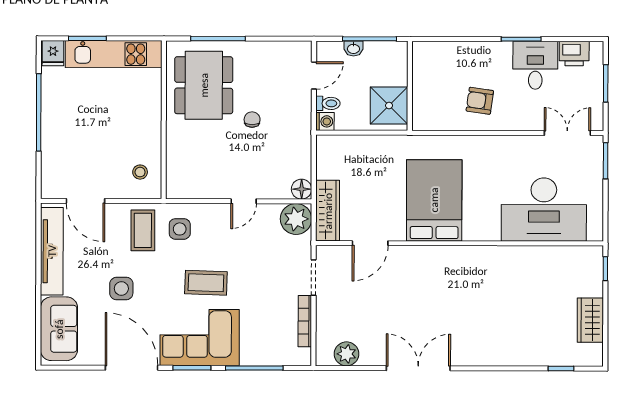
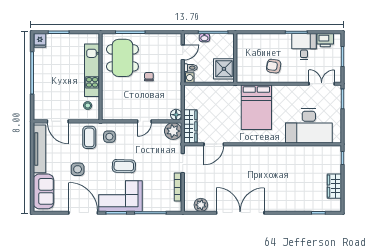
kitchen unit: (114, 54) -> (92, 70), moved, turned 90
bed: (434, 200) -> (256, 107), moved, turned 180
double door: (418, 368) -> (240, 213), width x1.36

